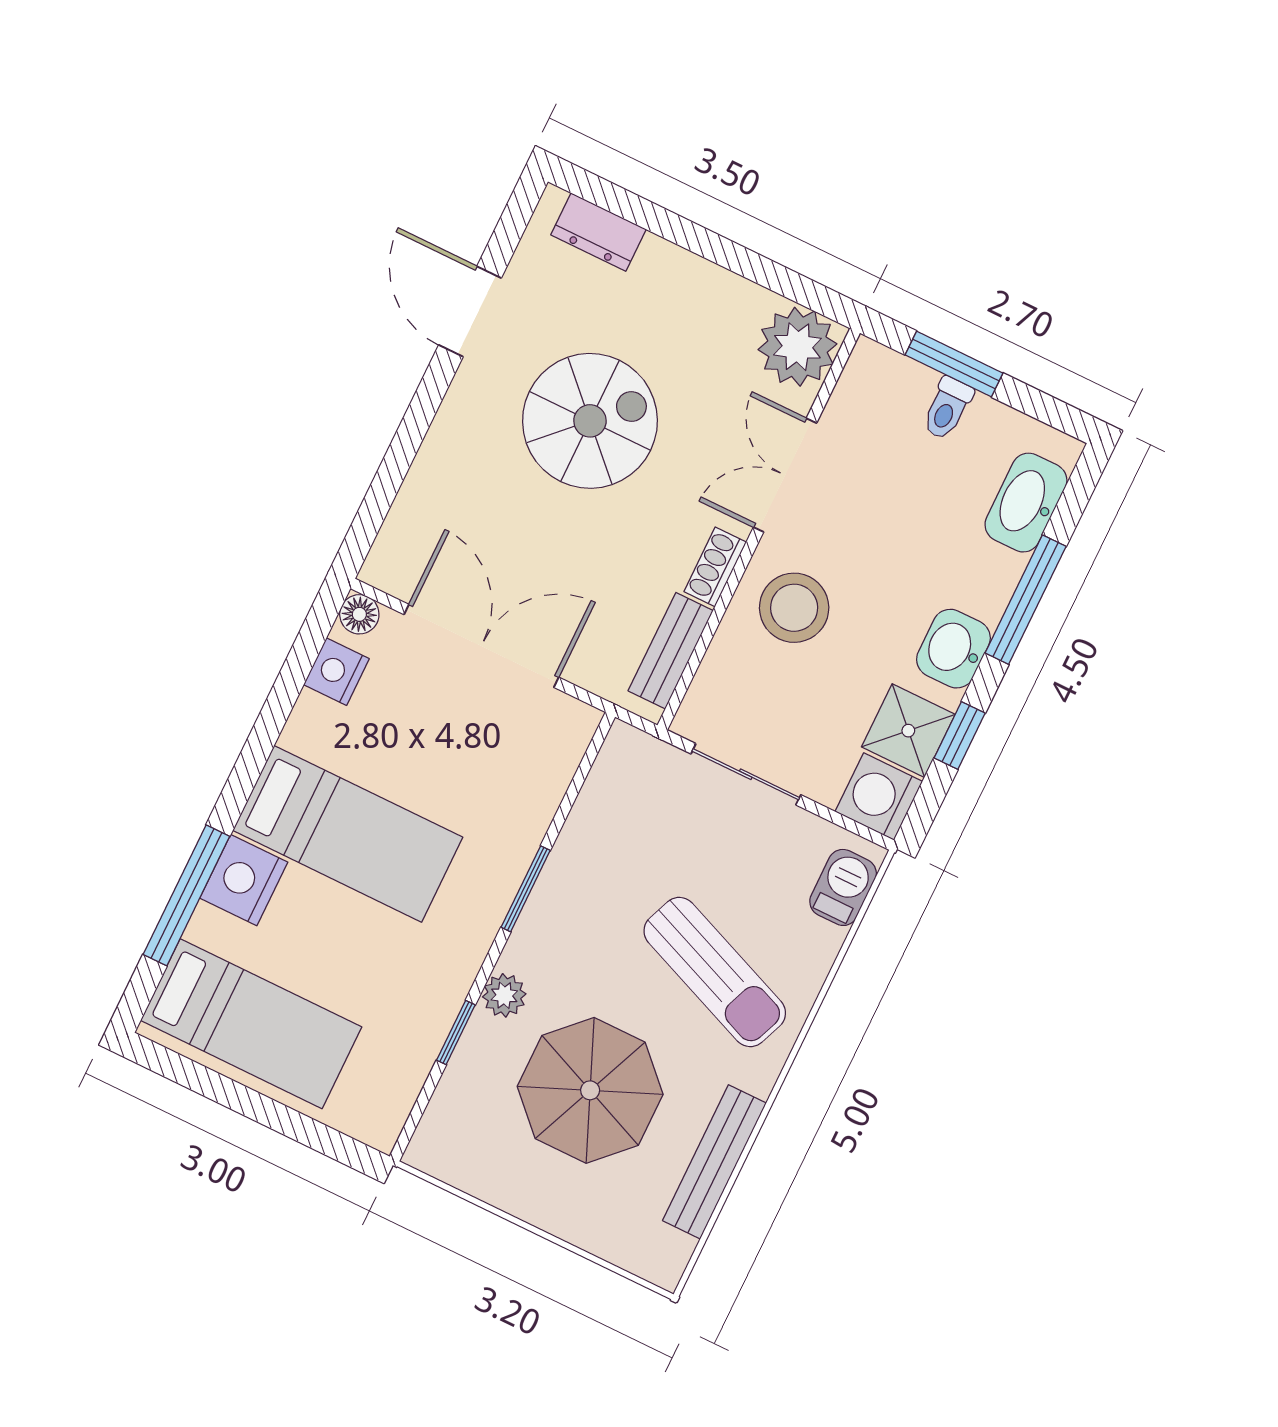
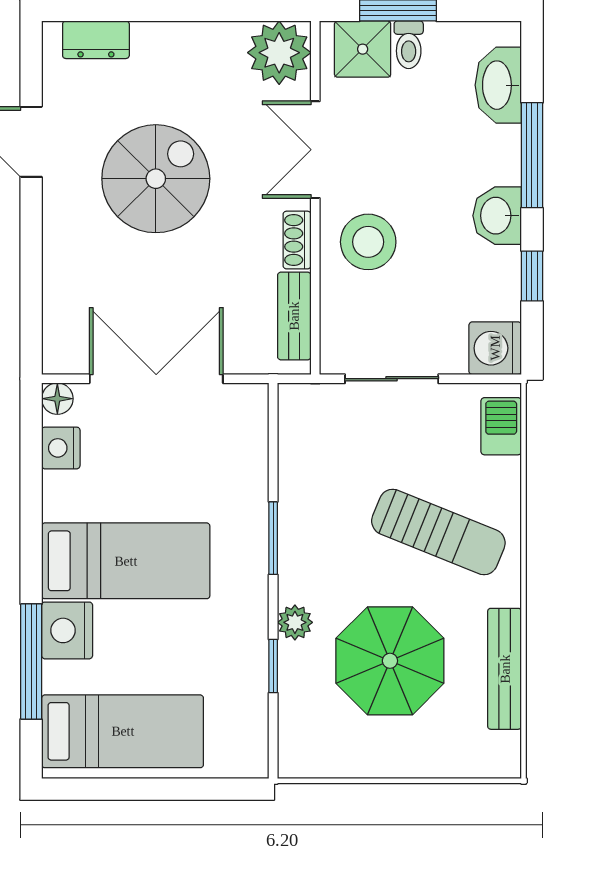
shower: (908, 731) -> (363, 49), moved

